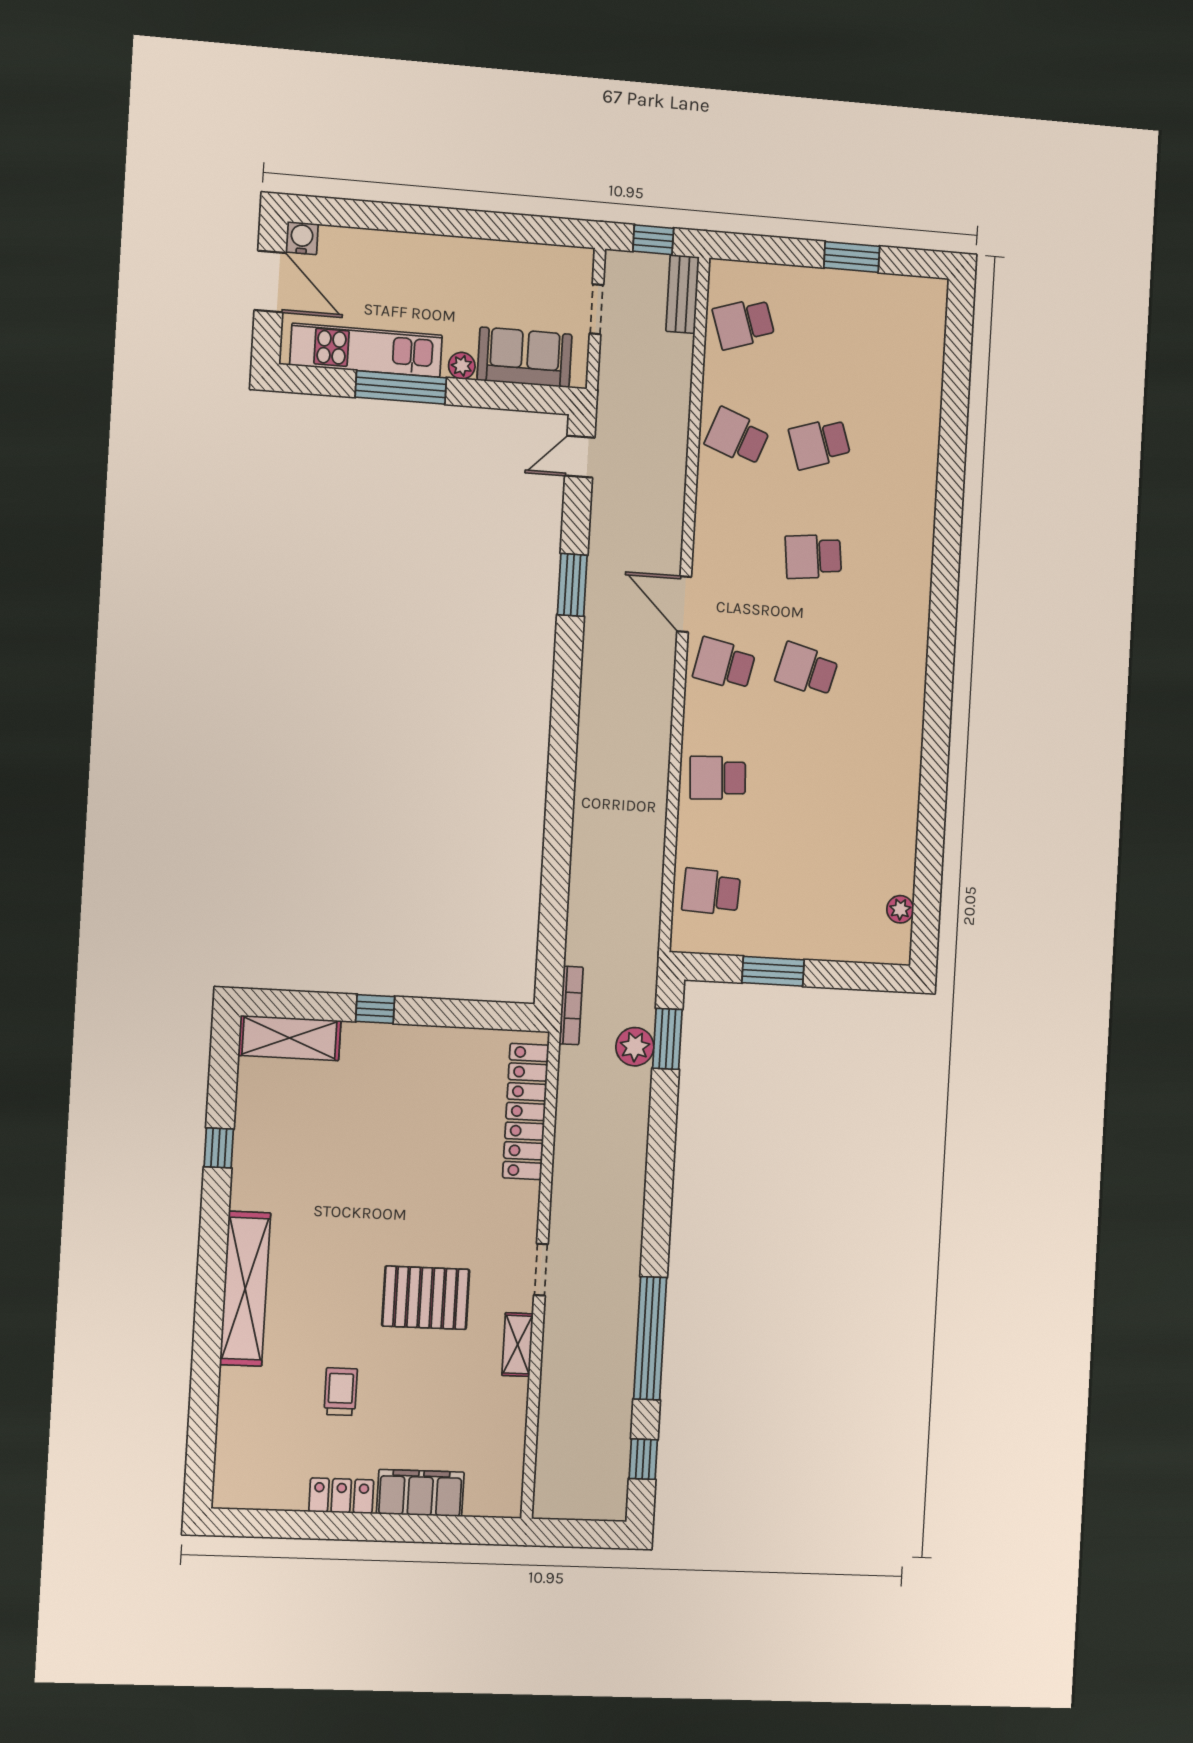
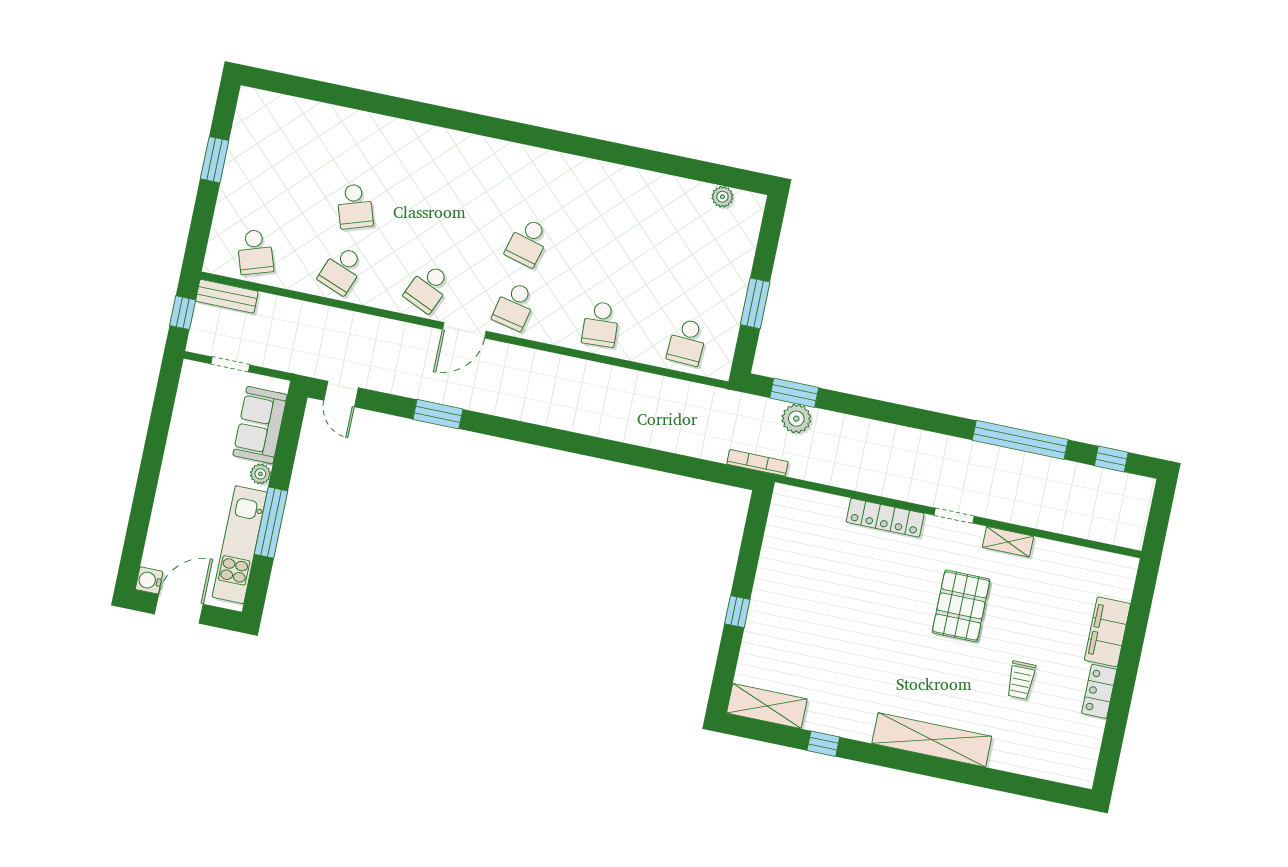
school desk: (813, 556) -> (428, 288), moved, turned 30
shelving: (289, 1038) -> (767, 706), moved, turned 90
locker: (526, 1111) -> (885, 518), moved, width x0.71, depth x0.83
trolley: (341, 1392) -> (1021, 680), turned -90

